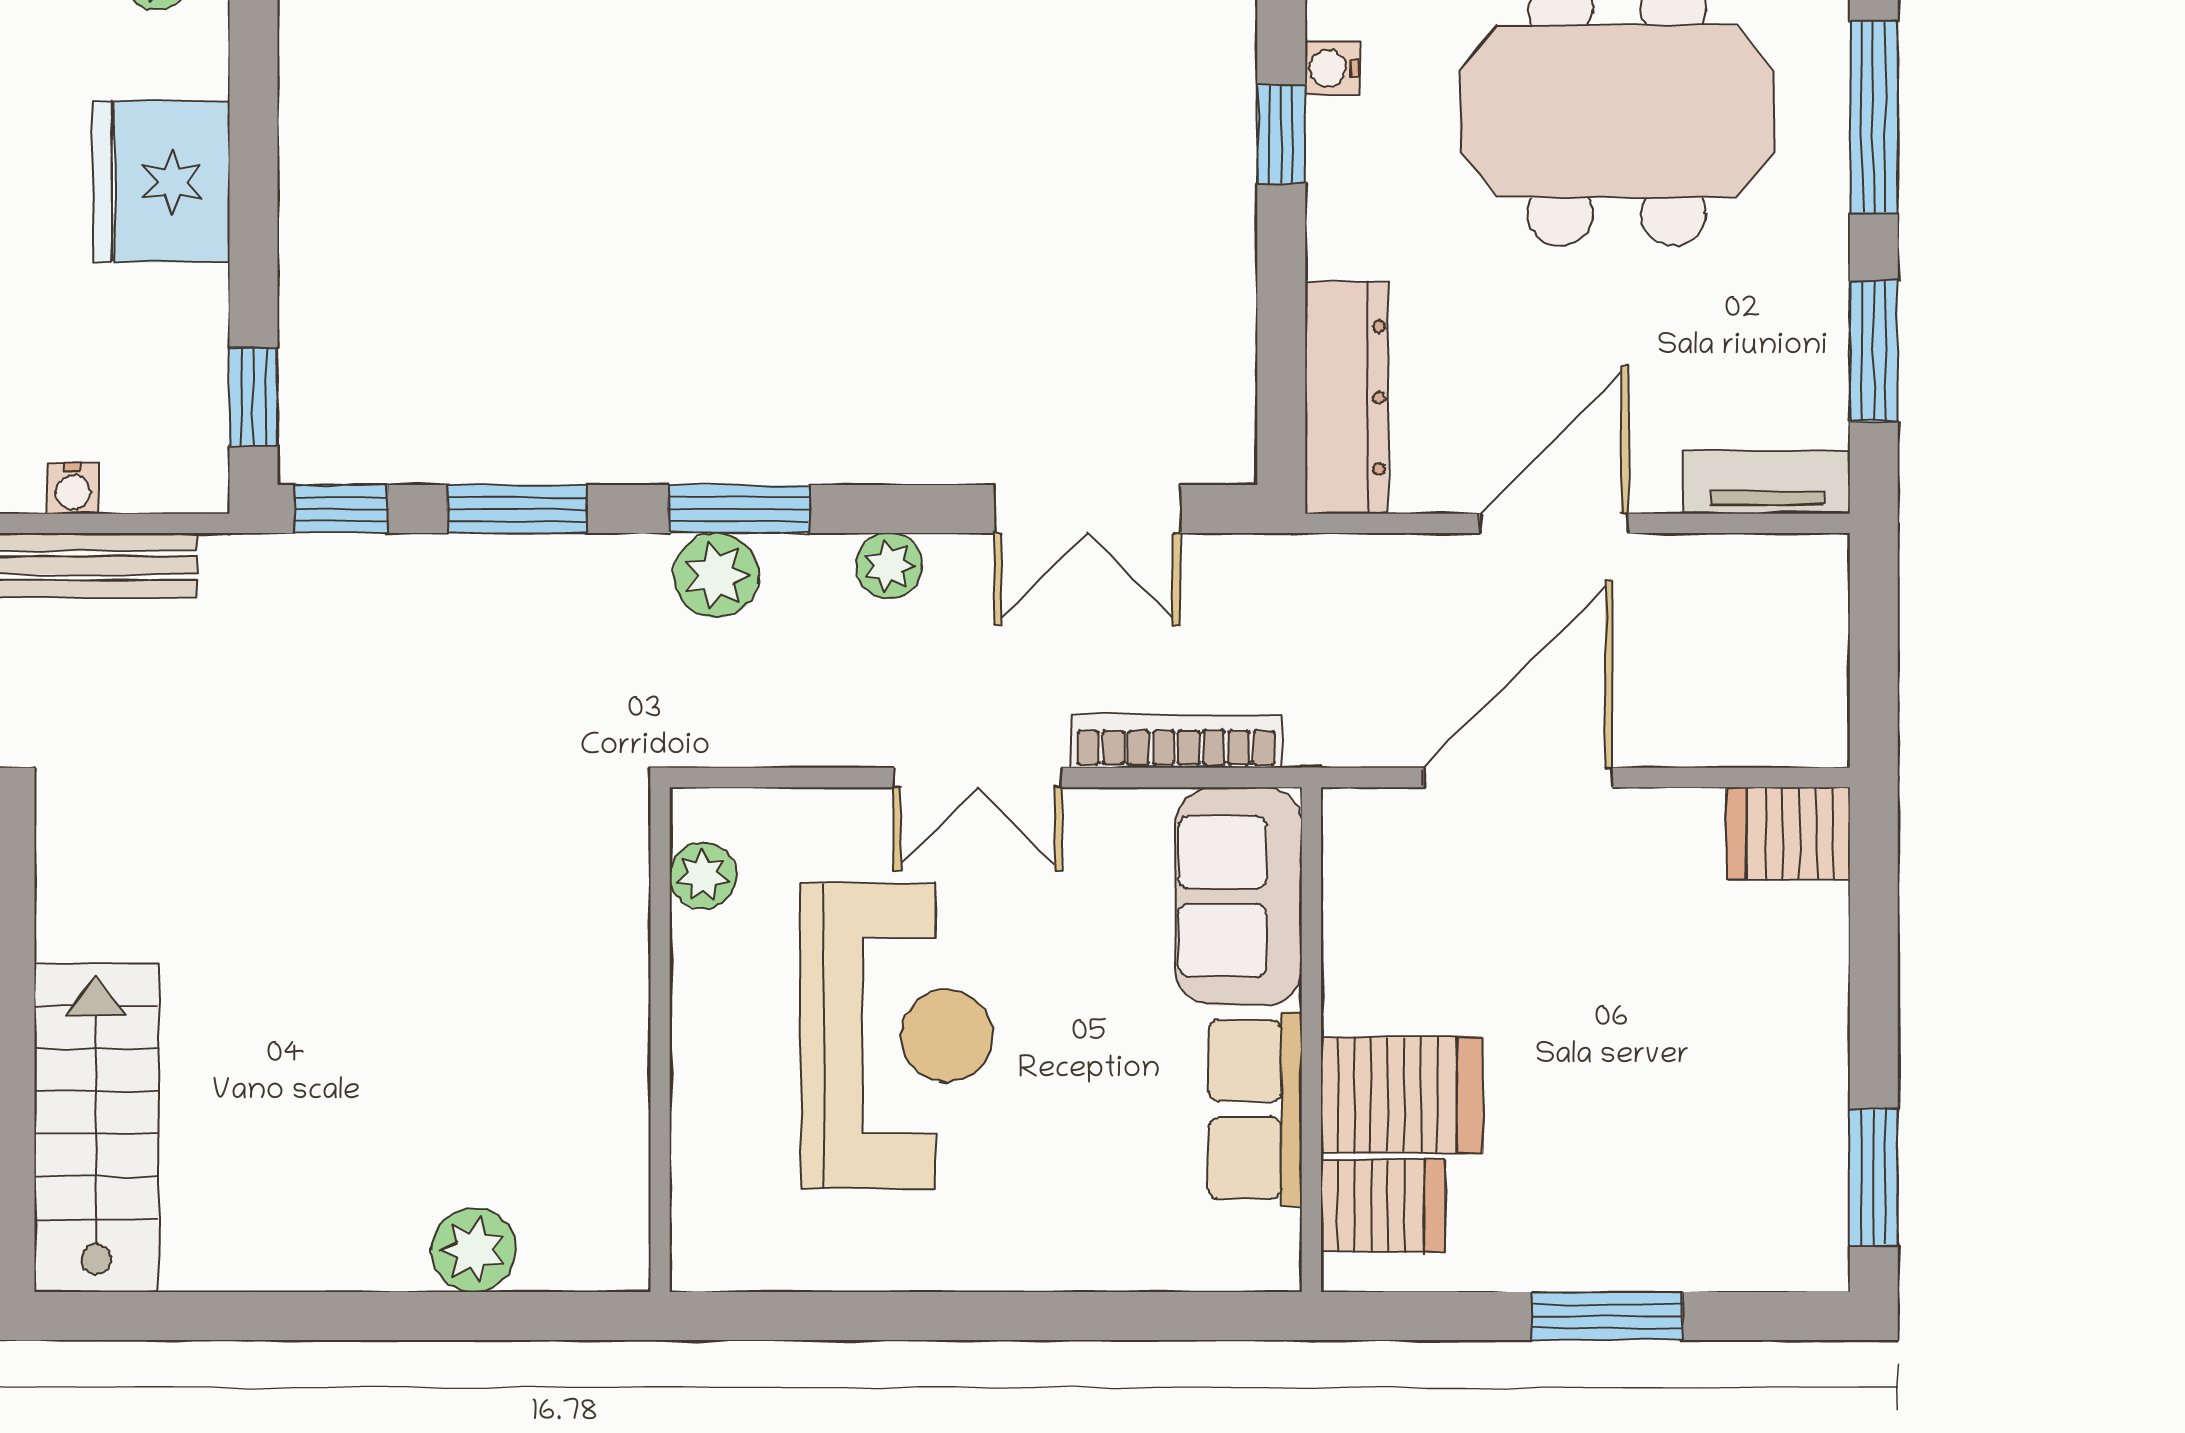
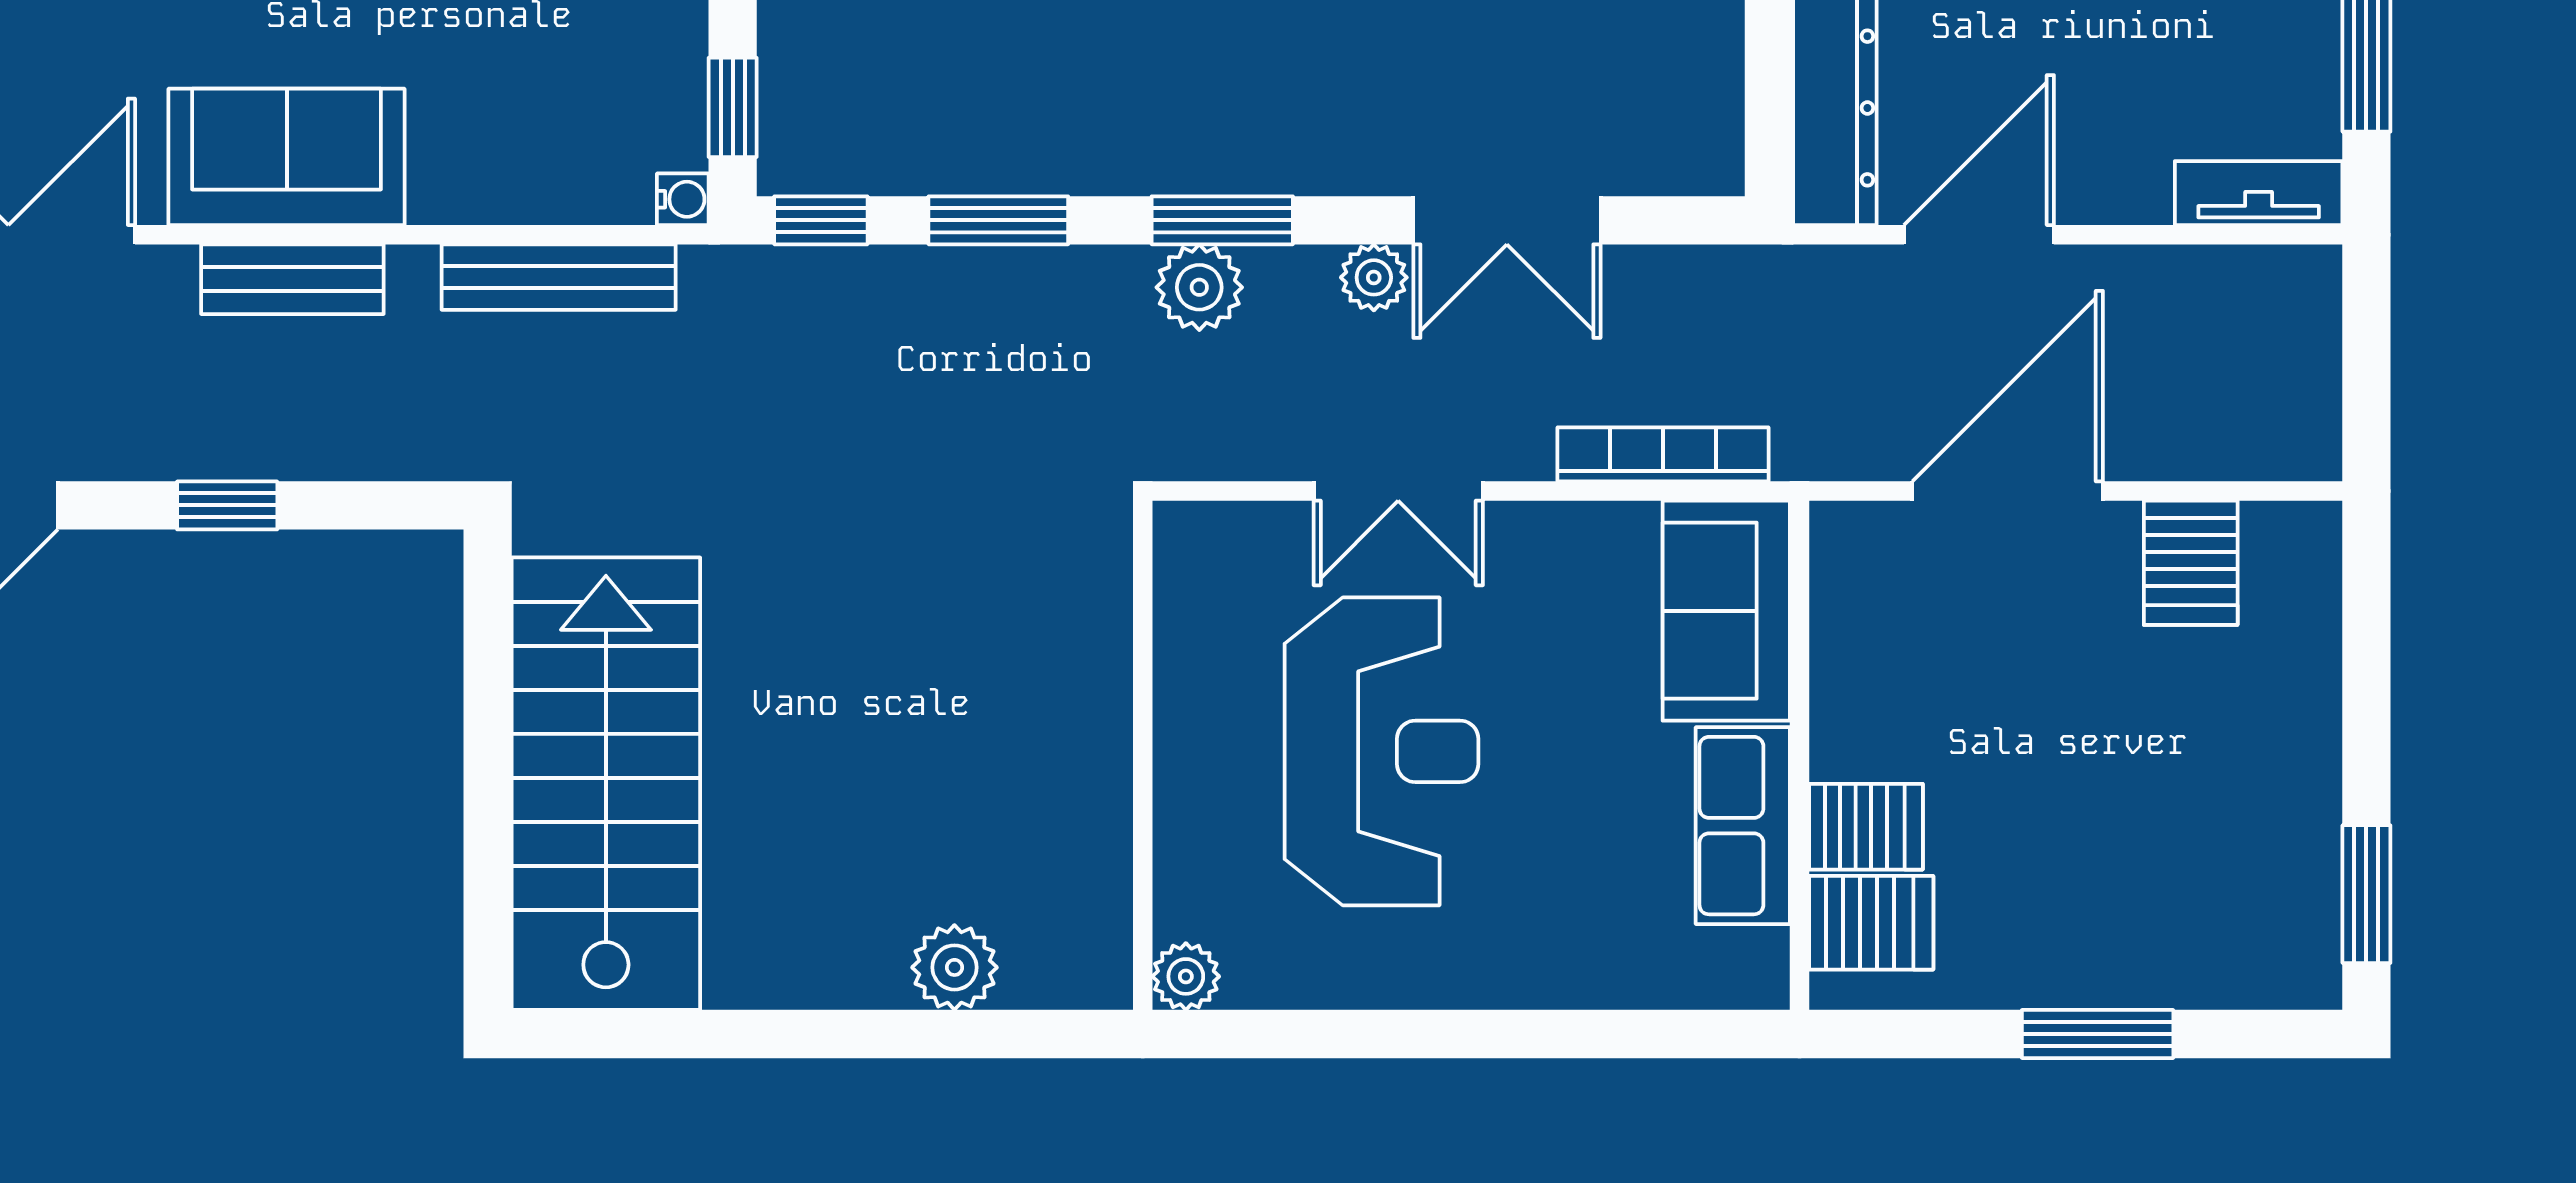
water cooler: (73, 488) -> (683, 199), moved, turned -90
double door: (1087, 509) -> (1507, 220), moved
door: (1554, 523) -> (1979, 235), moved
double door: (978, 778) -> (1398, 491), moved
server rack: (1788, 833) -> (2191, 563), moved, turned -90
plant: (703, 876) -> (1186, 976), moved
server rack: (1402, 1095) -> (1866, 827), width x0.73, depth x0.70
stairs: (96, 1128) -> (606, 784), width x1.36, depth x1.51

